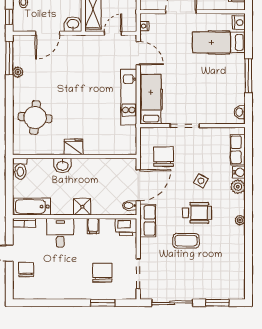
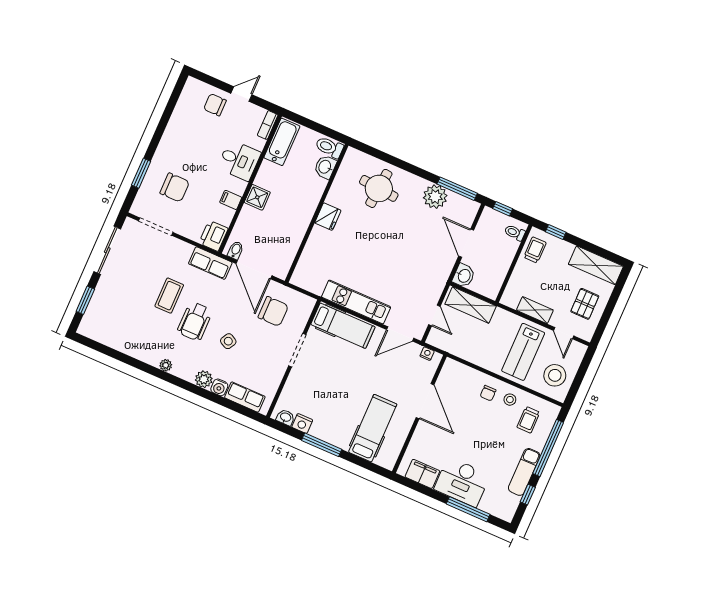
nightstand: (239, 23) -> (302, 423), moved
plant: (18, 72) -> (435, 197), width x1.88, depth x1.88
washbasin: (62, 165) -> (325, 167), moved
chair: (26, 270) -> (215, 105), turned 180

